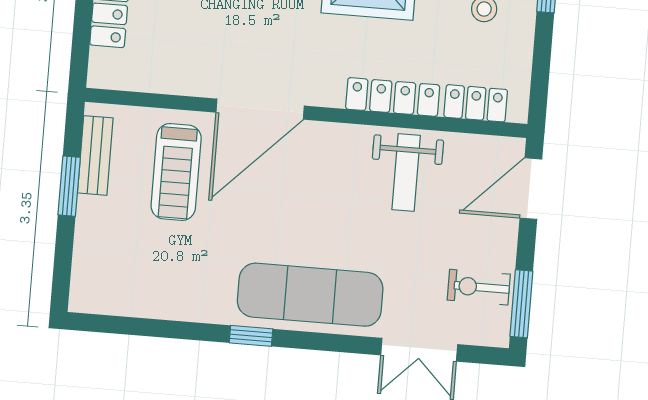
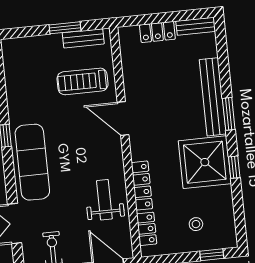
door: (260, 109) -> (123, 119), width x0.73
weight bench: (406, 172) -> (104, 200), turned 90

